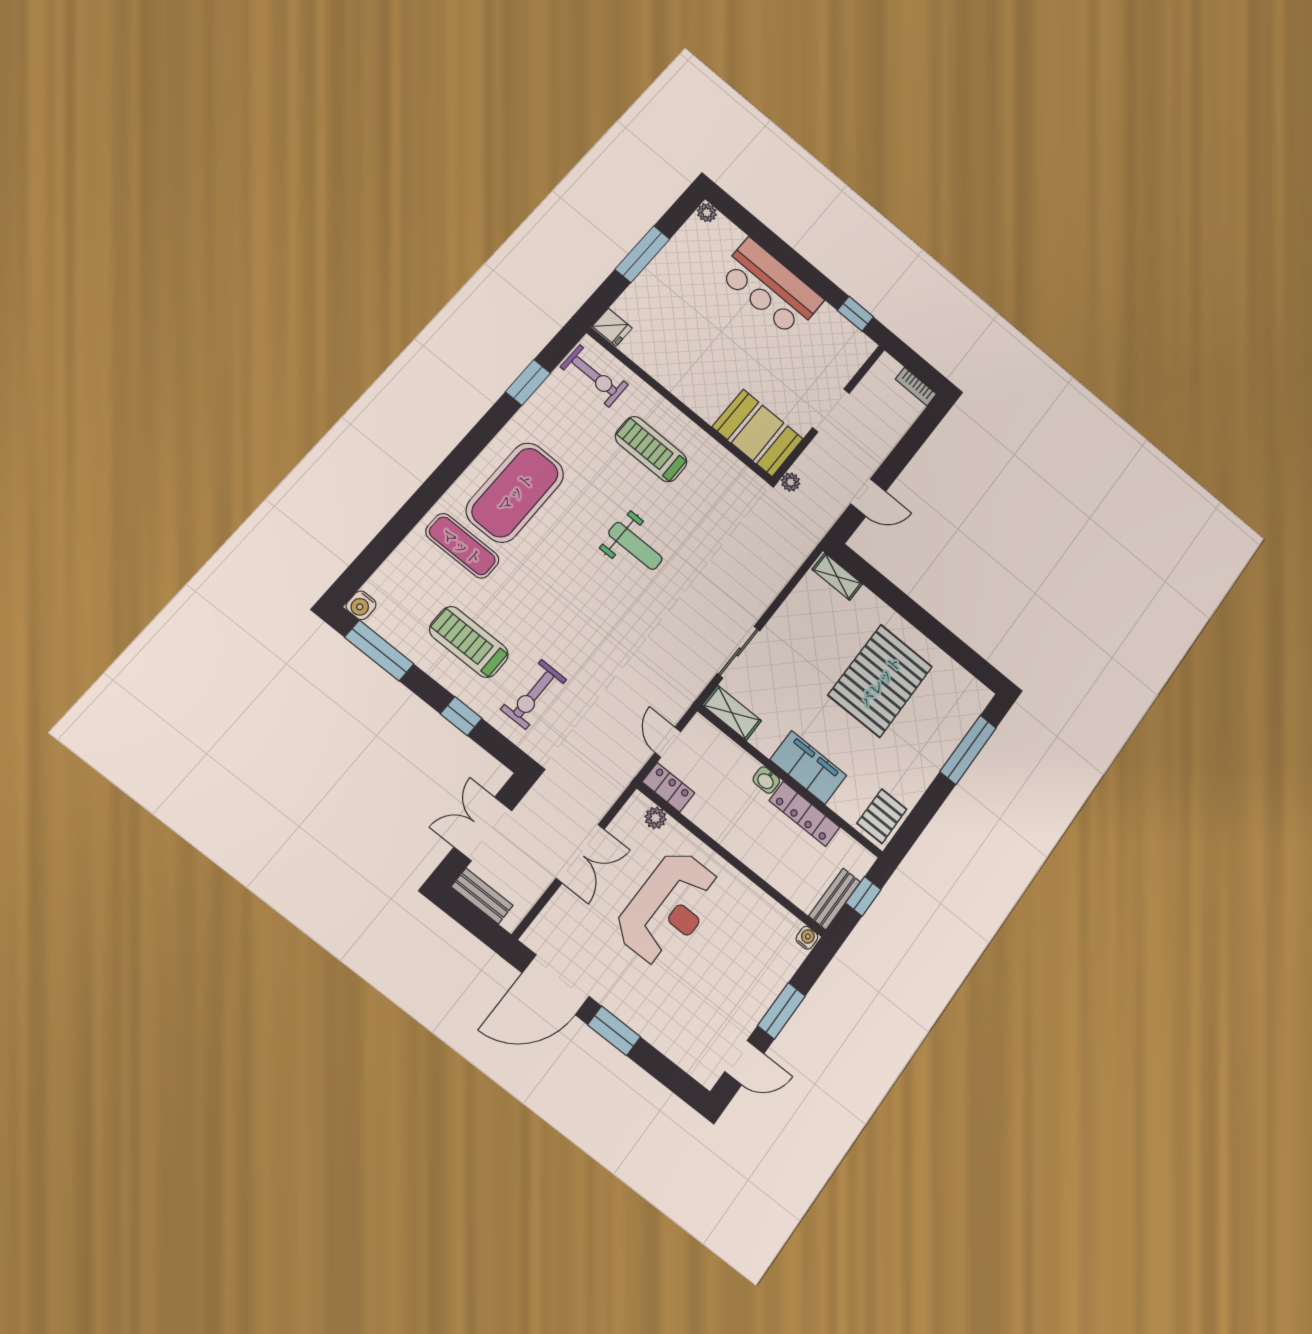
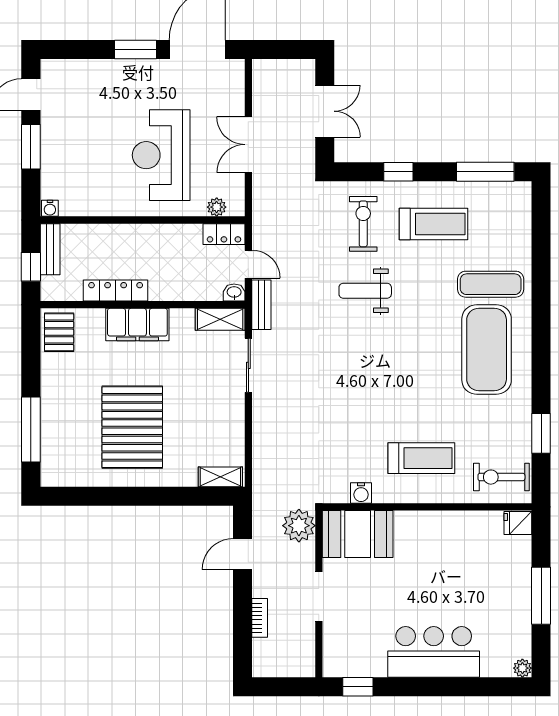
bookcase: (916, 387) -> (260, 618), moved, turned 90
plant: (791, 482) -> (299, 526), width x1.88, depth x1.88
weight bench: (635, 546) -> (365, 291), moved
water cooler: (361, 605) -> (361, 493), moved, turned 180
washbasin: (766, 780) -> (234, 292), moved
bench: (482, 896) -> (261, 305), moved, turned 90

